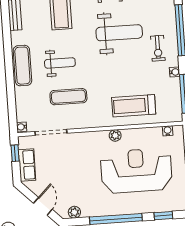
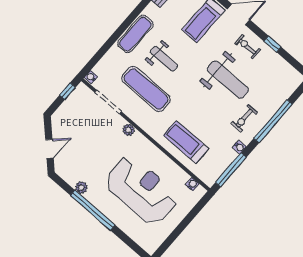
exercise mat: (68, 97) -> (146, 89), width x1.36, depth x1.45
plant: (115, 135) -> (129, 130), moved
row of seats: (27, 165) -> (68, 108), removed
plant: (74, 212) -> (81, 188), moved
window: (163, 216) -> (129, 242), removed

